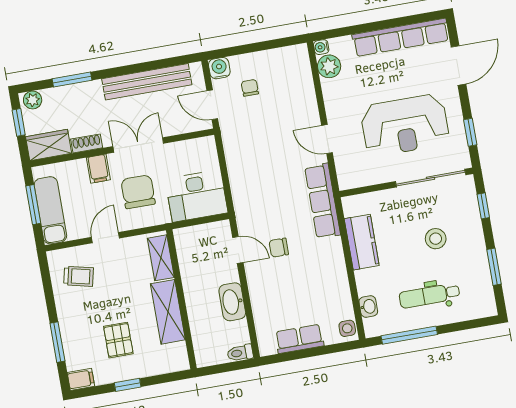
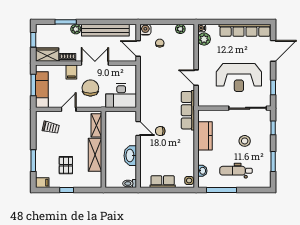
plant: (283, 56) -> (180, 29), added
plant: (33, 100) -> (76, 29), moved

